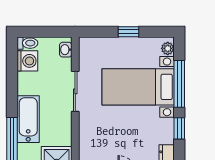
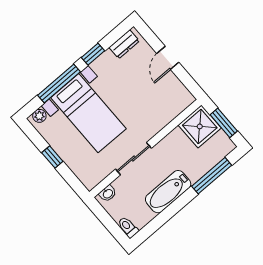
washing machine: (27, 61) -> (142, 215), removed
bathtub: (28, 119) -> (168, 192), moved

